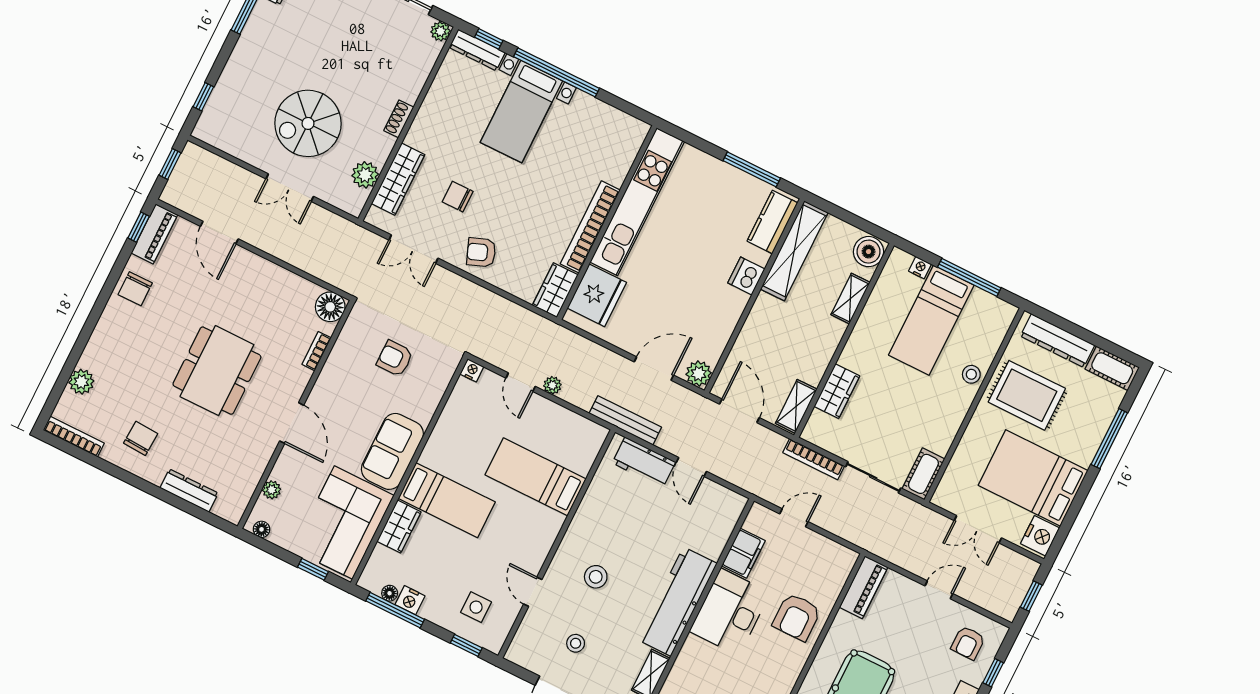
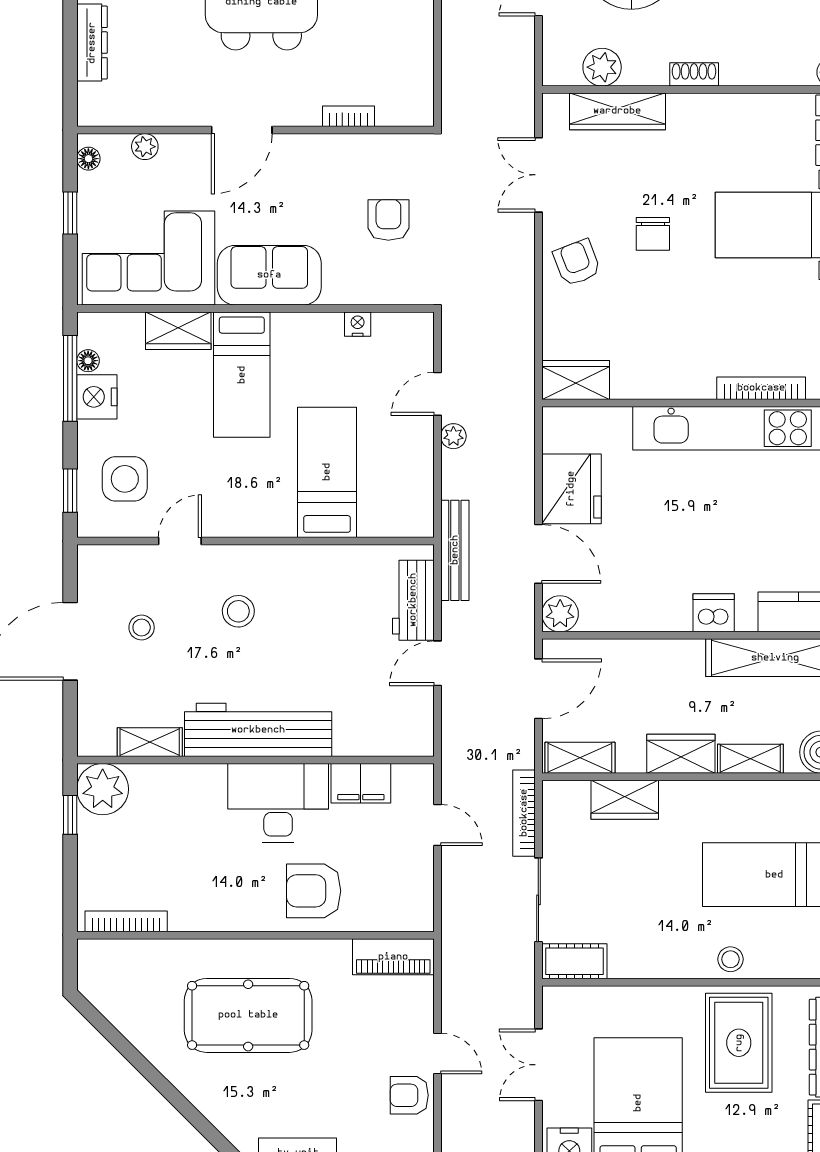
chair: (458, 197) -> (653, 234), moved, turned 180
bookcase: (590, 227) -> (761, 388), moved, width x0.68, depth x0.76
fridge: (597, 295) -> (571, 489), moved, turned -90
floor lamp: (330, 307) -> (413, 106), removed
wardrobe: (825, 341) -> (681, 754), added
nightstand: (472, 370) -> (358, 324), moved, turned -90
window: (313, 569) -> (70, 213), moved
nightstand: (410, 600) -> (97, 397), width x1.36, depth x1.33
side table: (476, 607) -> (125, 479), width x1.37, depth x1.37
armchair: (968, 643) -> (409, 1095), moved

